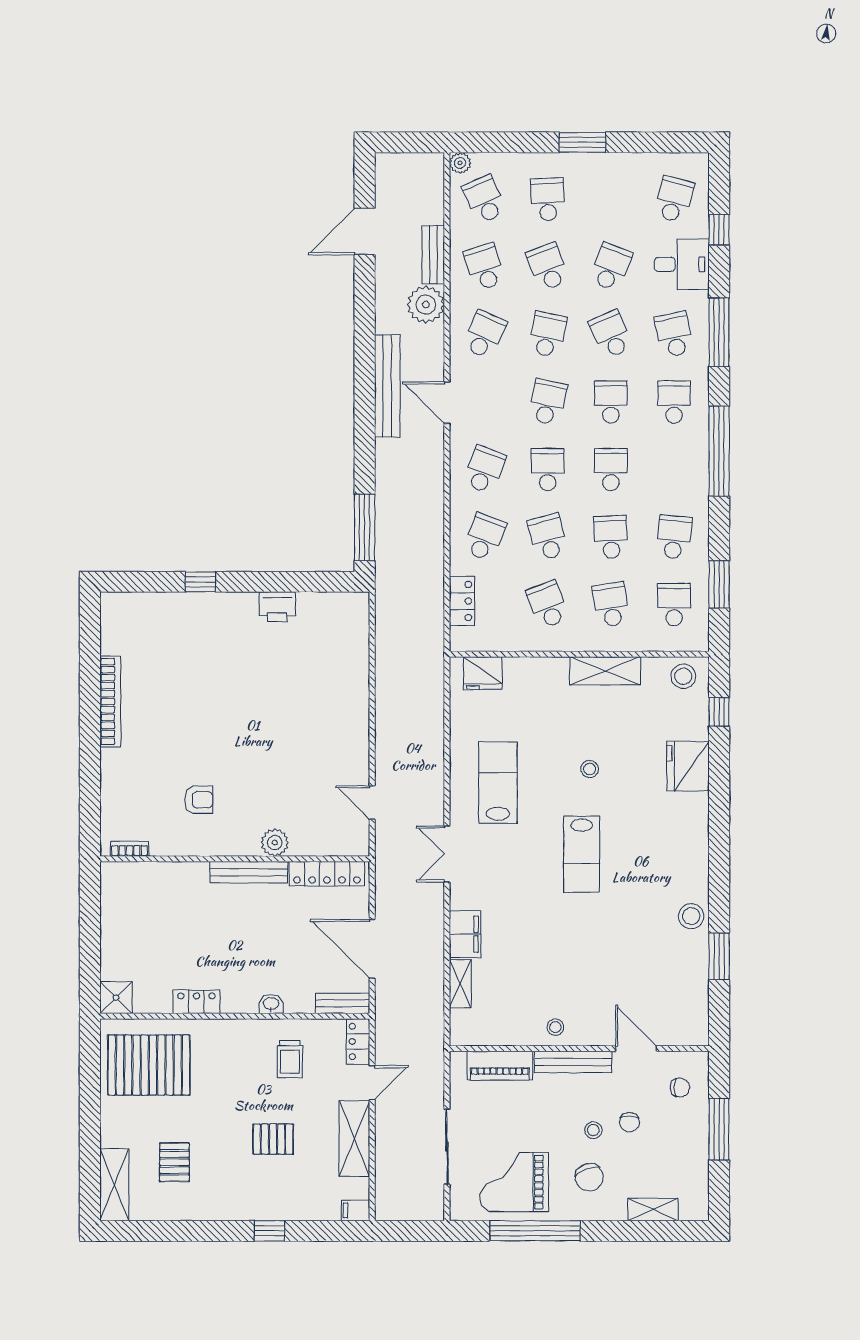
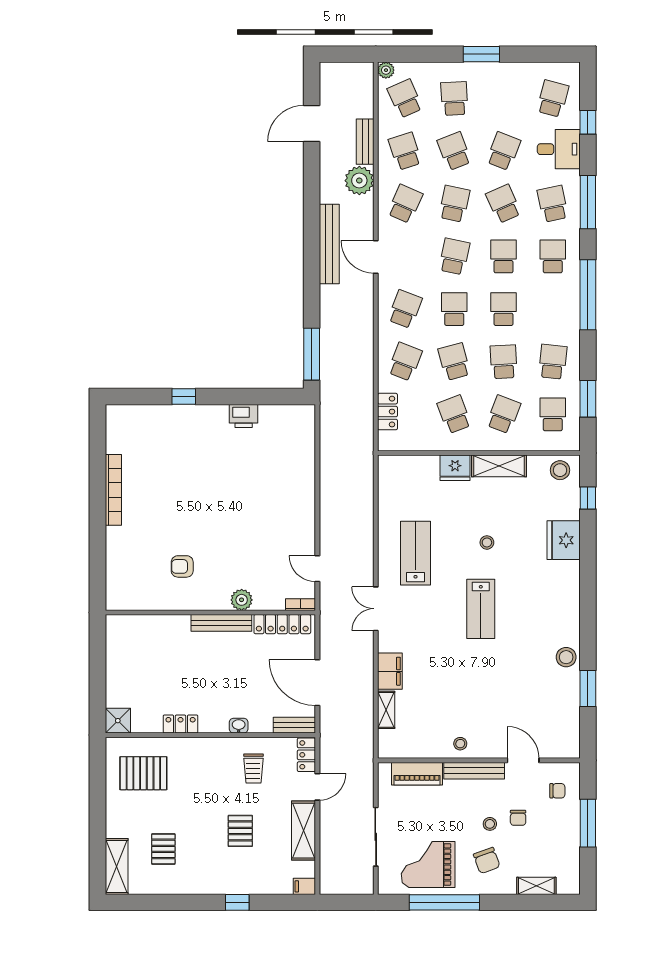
school desk: (611, 605) -> (503, 414), turned 30
fridge: (483, 673) -> (455, 468), moved
armchair: (199, 800) -> (182, 566), turned 180
bookcase: (130, 849) -> (301, 605), moved
pallet: (149, 1065) -> (143, 773), width x0.73, depth x0.71
pallet: (273, 1139) -> (240, 831), turned 90

